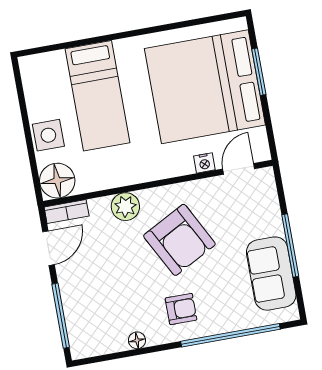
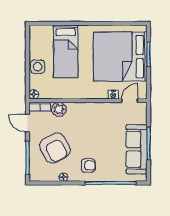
floor lamp: (57, 181) -> (34, 94), width x0.53, depth x0.53
plant: (125, 207) -> (59, 109), moved
armchair: (179, 240) -> (55, 148), moved
door: (48, 248) -> (28, 123), swing flipped
sofa: (271, 274) -> (136, 149), width x1.36

